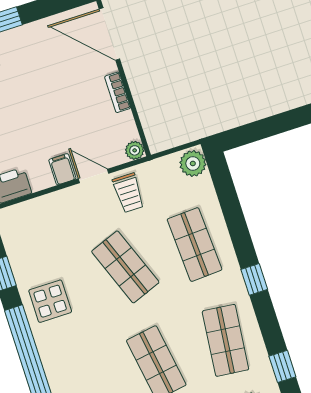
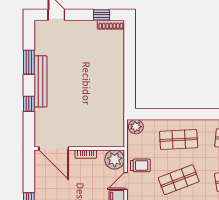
door: (109, 34) -> (54, 149), hinge flipped
plant: (135, 150) -> (115, 160), width x1.88, depth x1.88
window: (254, 279) -> (207, 114), removed

